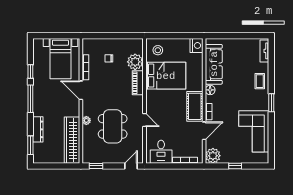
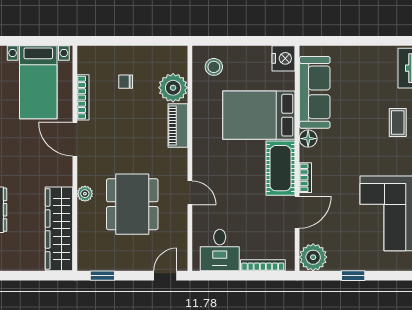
bed: (166, 76) -> (259, 115), moved, turned 180

